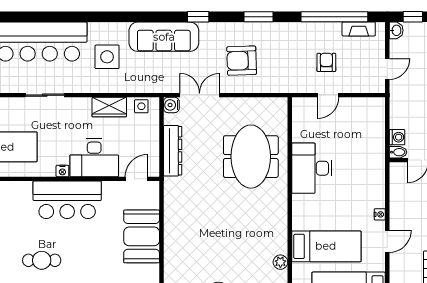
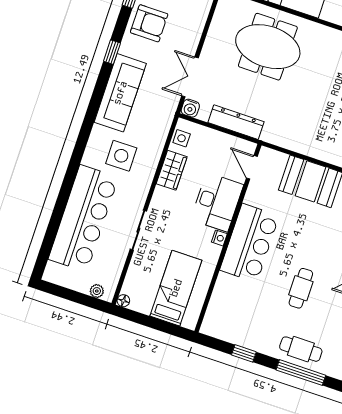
armchair: (242, 61) -> (149, 23), moved, turned -88

